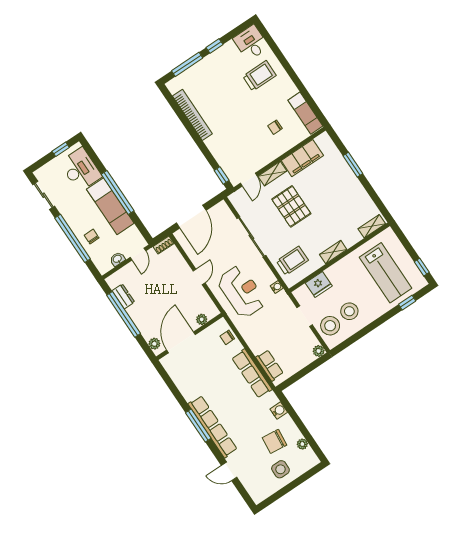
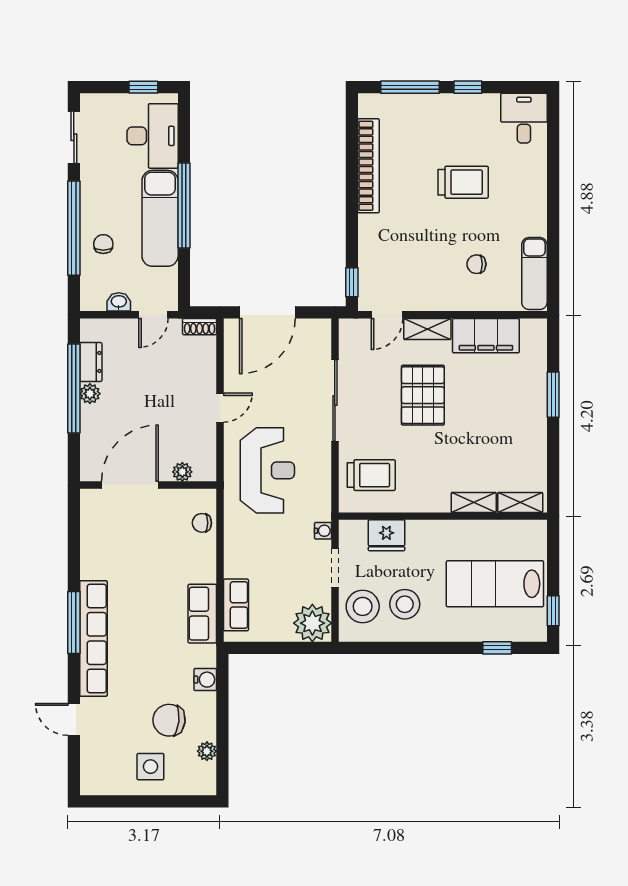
trolley: (259, 76) -> (463, 182), moved
shelving: (333, 252) -> (474, 502), moved
lab bench: (386, 273) -> (495, 584), turned 90
water cooler: (277, 287) -> (323, 531), moved
plant: (154, 344) -> (90, 394), moved
plant: (319, 351) -> (312, 623), width x1.88, depth x1.88
row of seats: (252, 374) -> (202, 614), width x0.68

